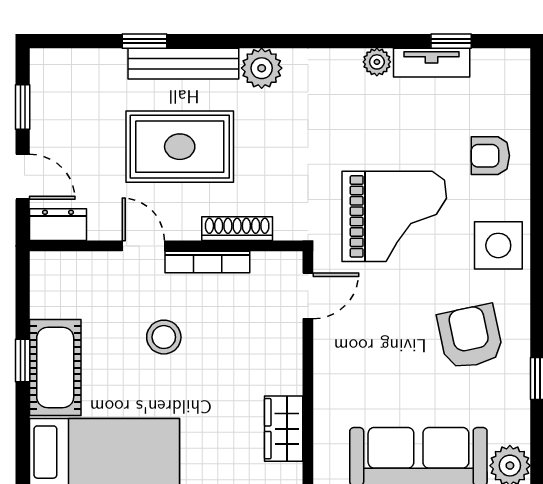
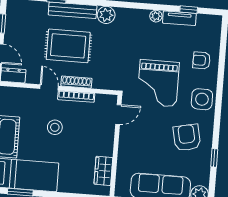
grand piano: (394, 216) -> (158, 83), turned 90
shoe rack: (237, 229) -> (76, 82), moved

